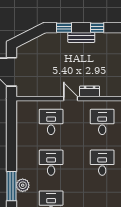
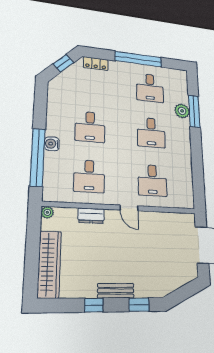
dresser: (90, 91) -> (91, 216), moved

